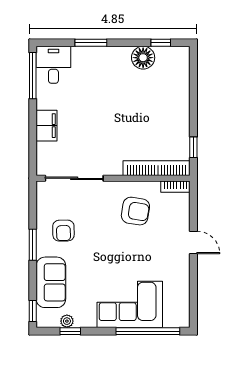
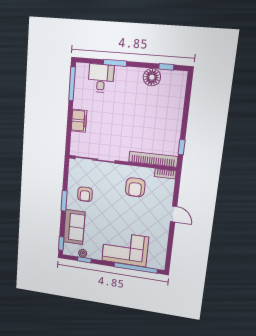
desk: (53, 65) -> (101, 78), moved
armchair: (135, 211) -> (135, 187), turned 81

